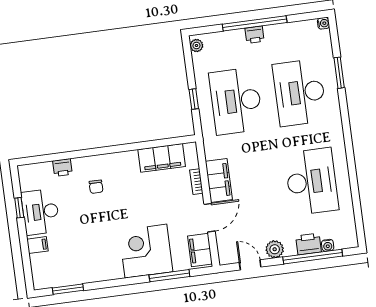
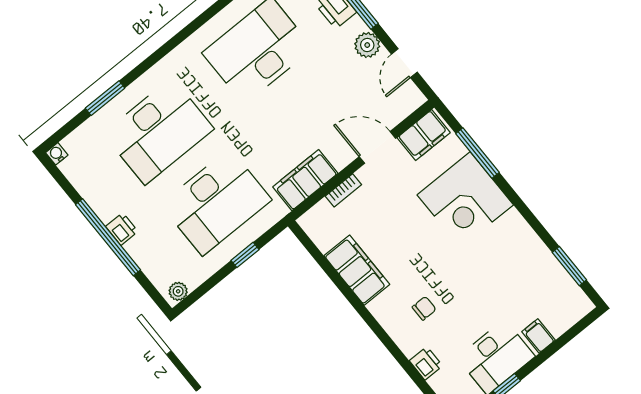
filing cabinet: (162, 158) -> (357, 270), moved
filing cabinet: (219, 180) -> (305, 180), moved

